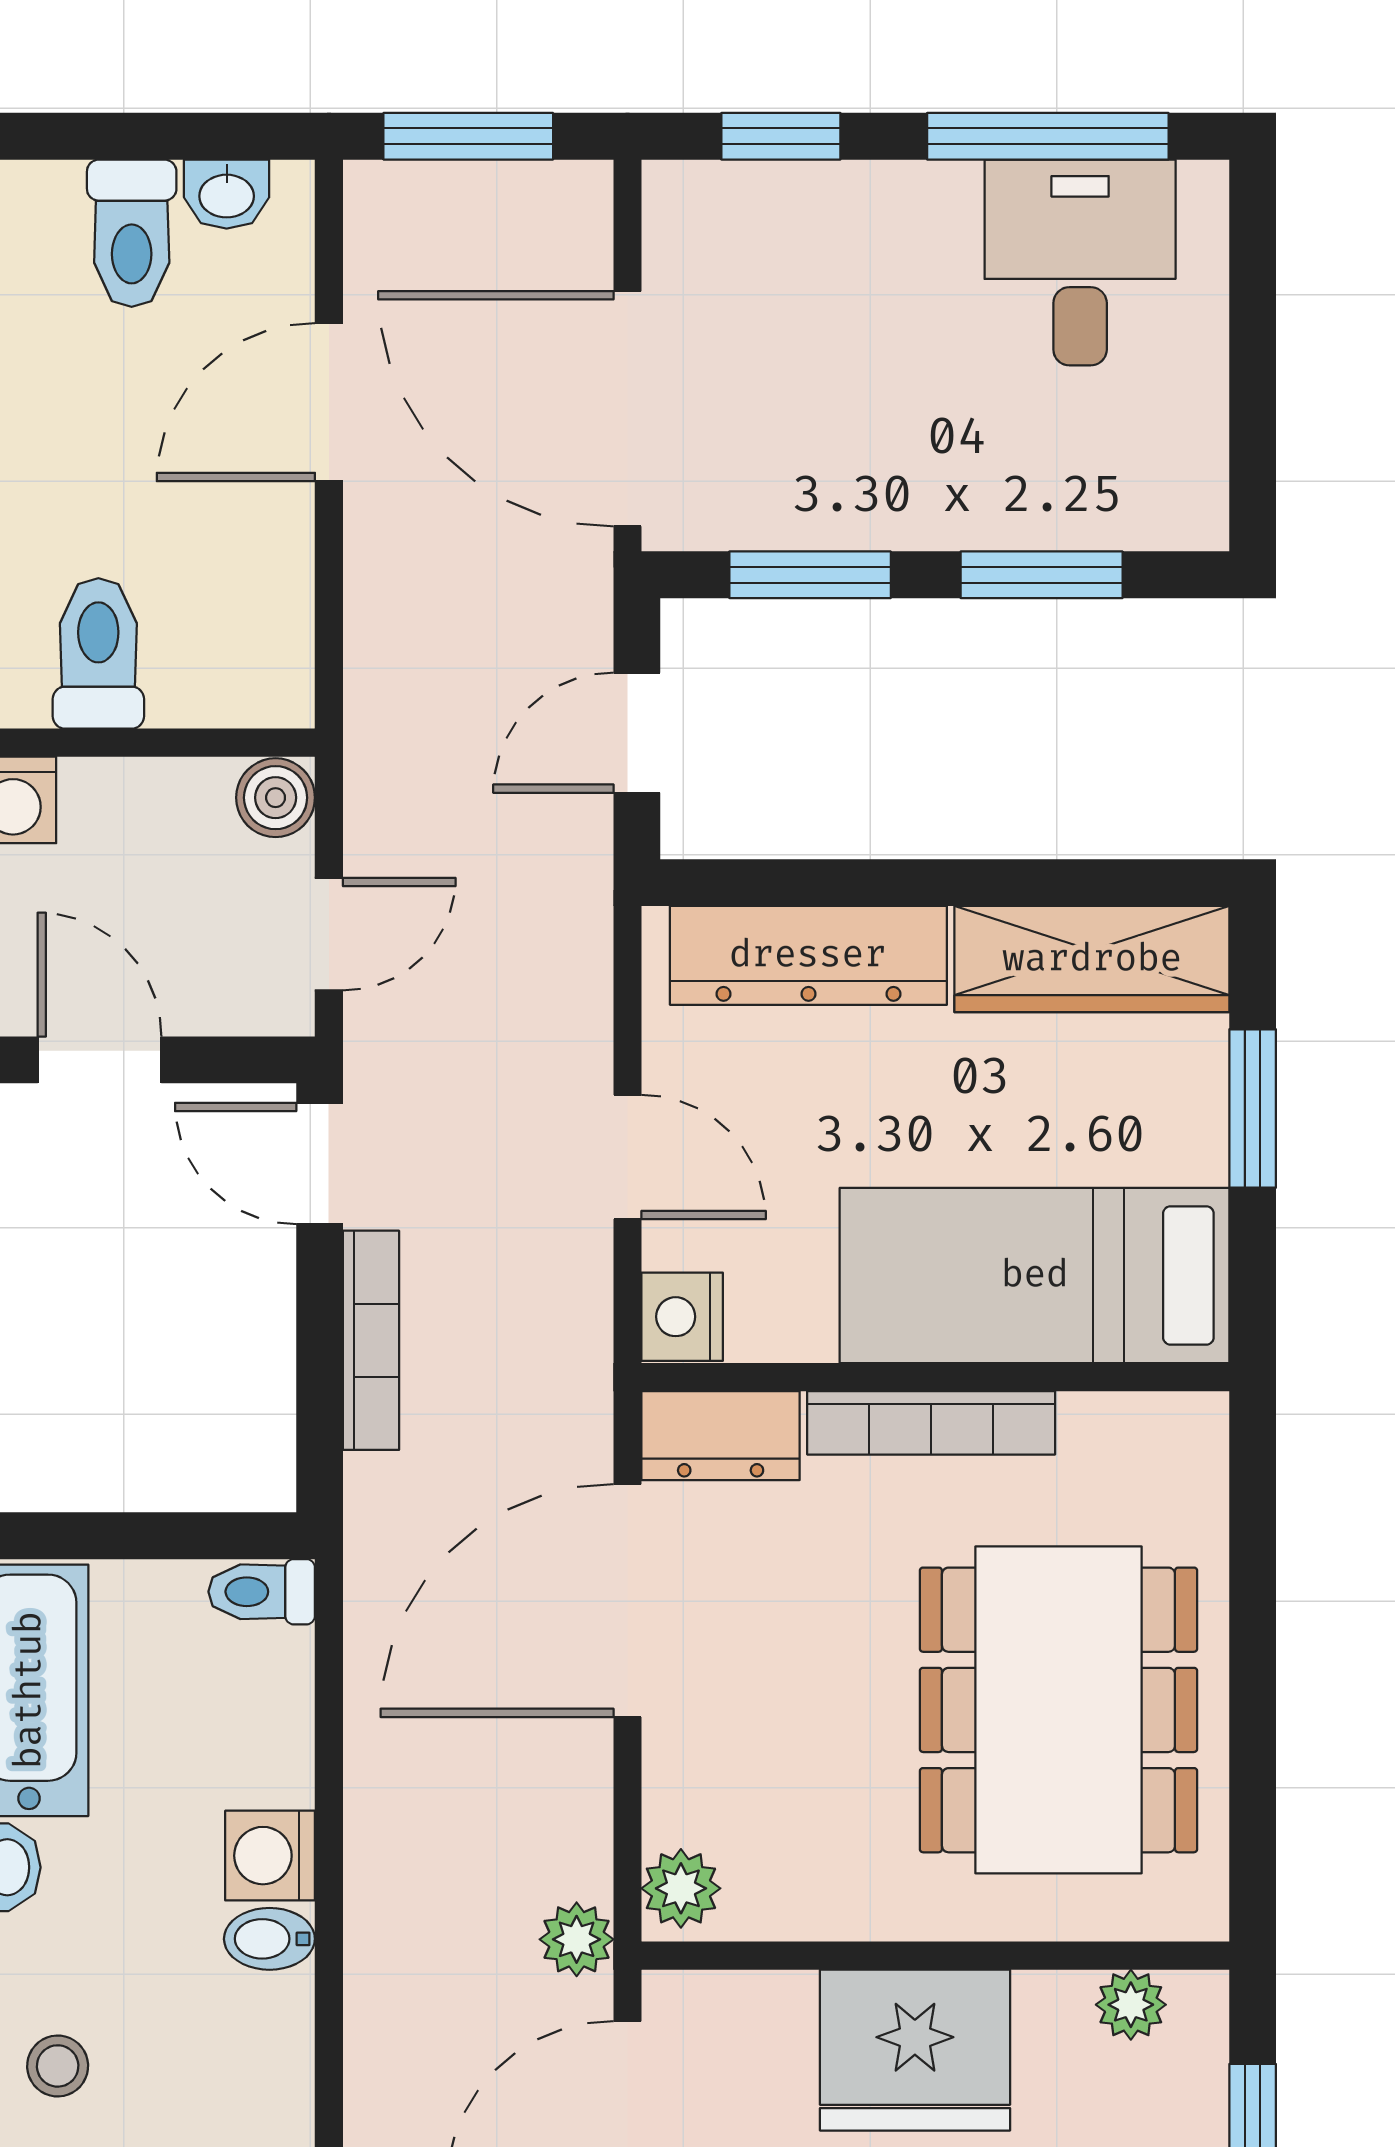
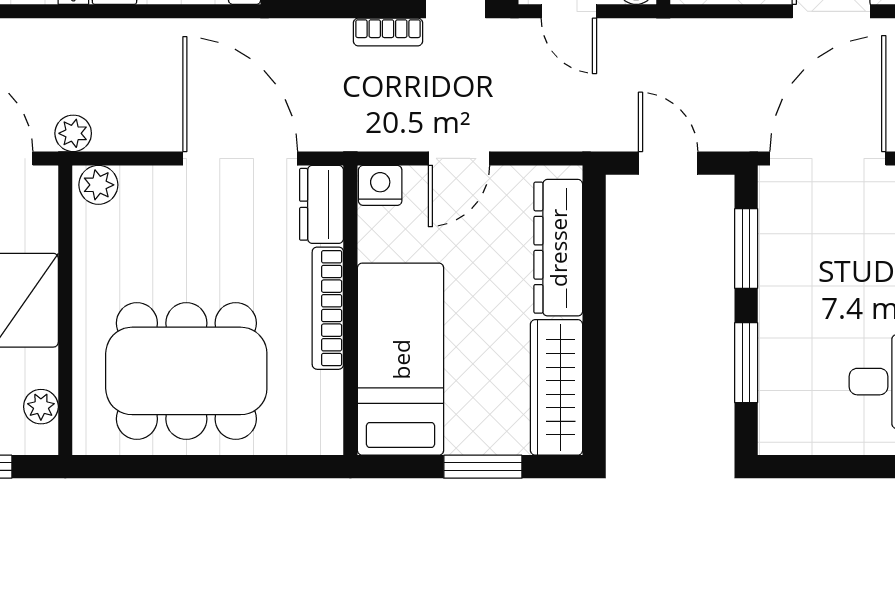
bookcase: (371, 1340) -> (388, 32), width x0.64

